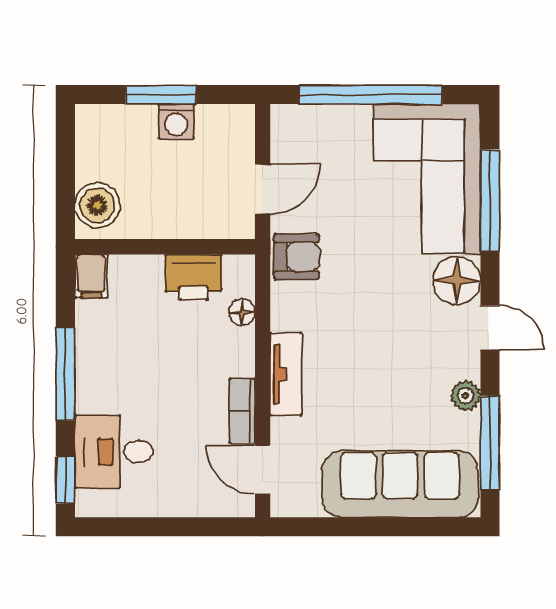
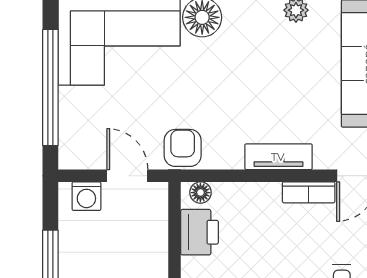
washing machine: (176, 122) -> (86, 196), moved, turned 90
floor lamp: (242, 312) -> (200, 193), moved

